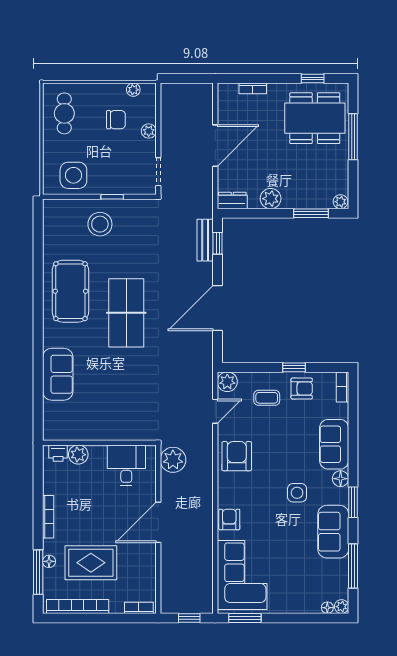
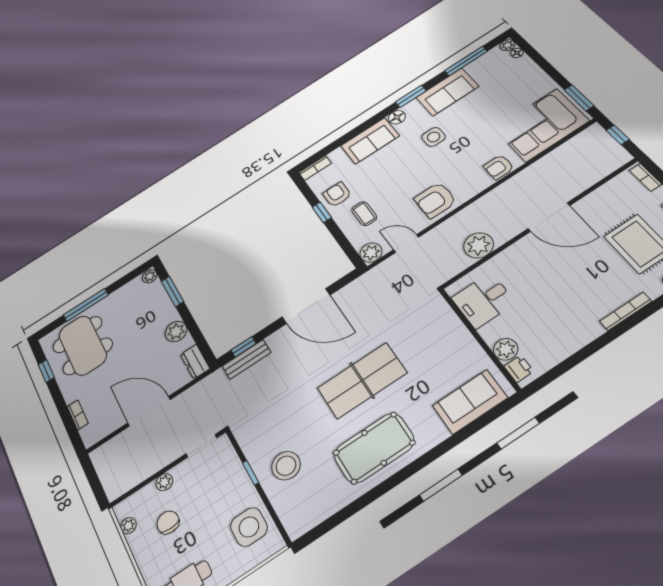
wall: (99, 443) -> (479, 339), moved
printer: (58, 453) -> (519, 369), moved
plant: (78, 455) -> (506, 349), moved
desk: (126, 465) -> (483, 300), moved

